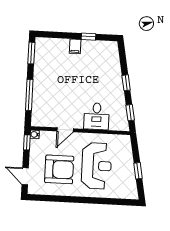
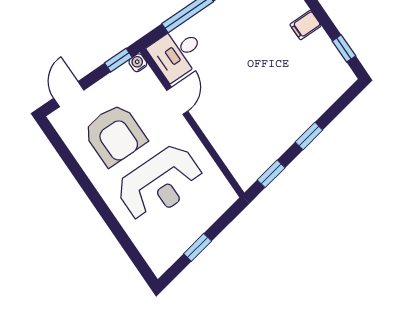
window: (89, 37) -> (344, 48), moved
desk: (97, 116) -> (177, 53), moved
door: (65, 130) -> (177, 101), swing flipped

